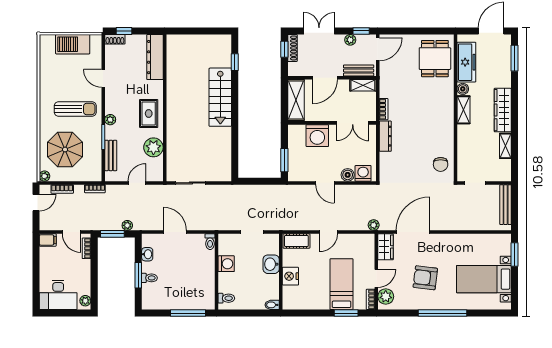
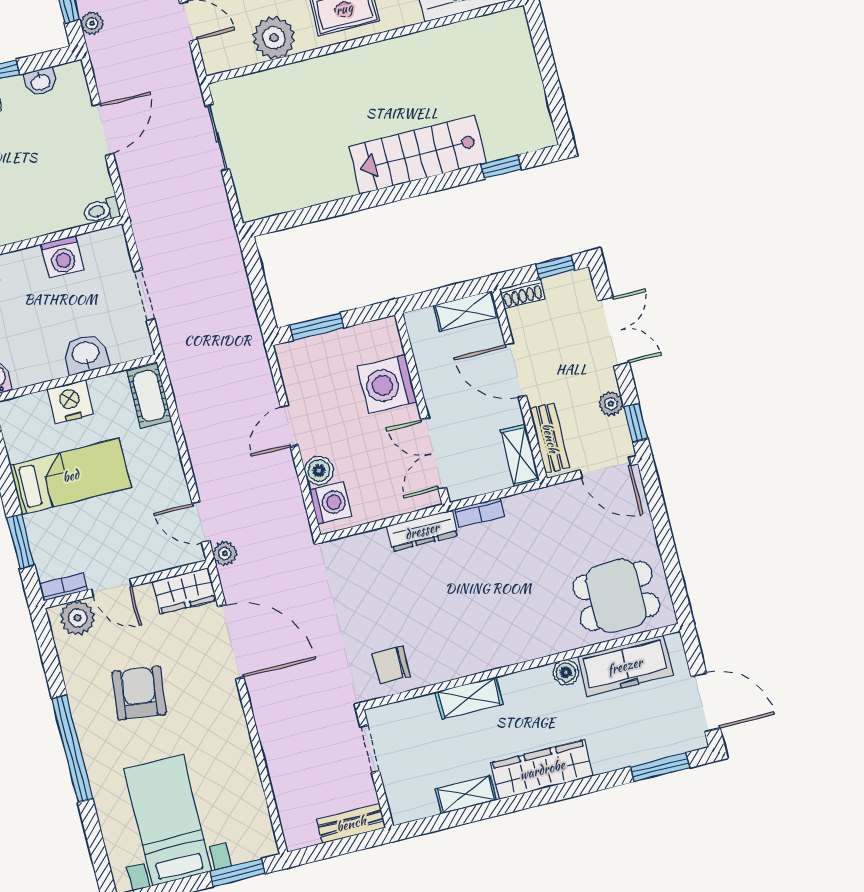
shoe rack: (292, 48) -> (522, 294), moved, width x0.70
shelving: (296, 100) -> (466, 311), width x0.67, depth x0.75
shelving: (463, 110) -> (469, 698), moved
bench: (506, 205) -> (351, 824), width x0.73
door: (328, 232) -> (201, 522), moved
bed: (342, 284) -> (71, 476), moved

